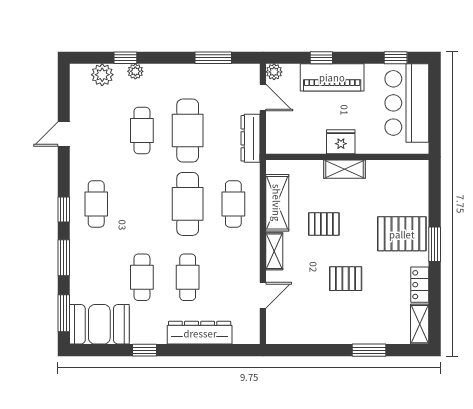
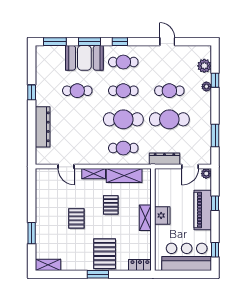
cafe table: (188, 277) -> (123, 91), moved
locker: (420, 285) -> (140, 265), moved
booth: (99, 324) -> (84, 58), moved, turned 90

